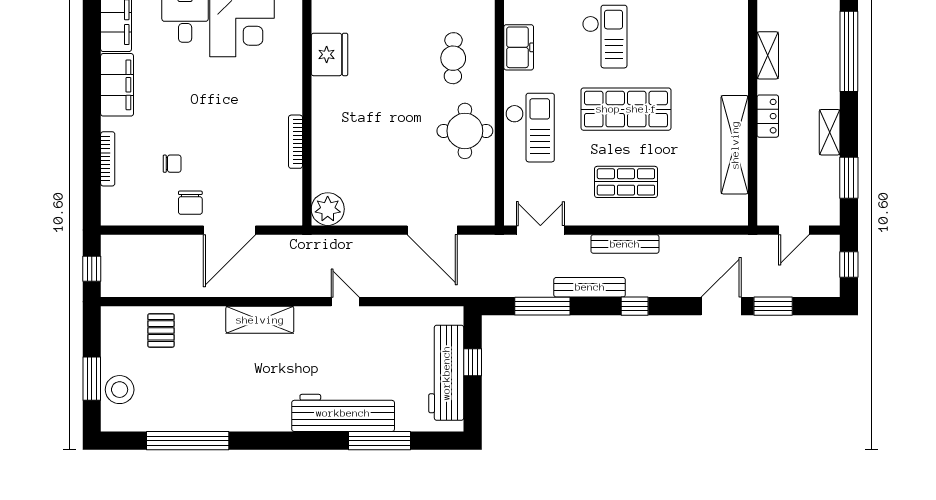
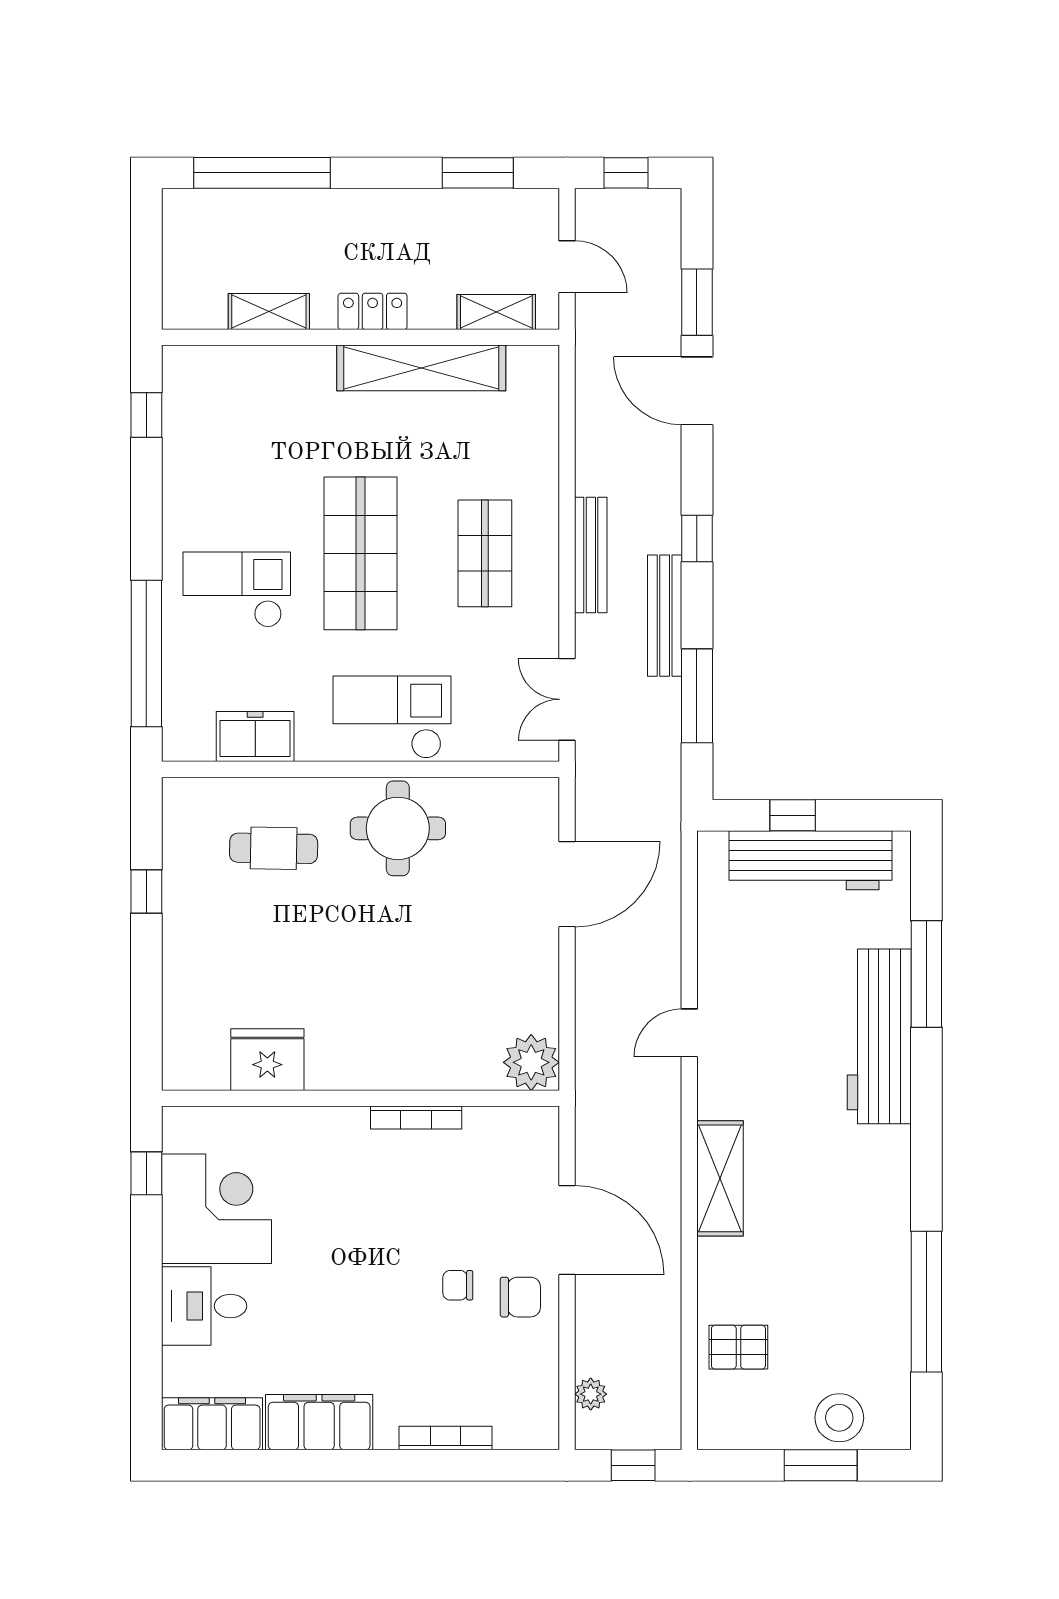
shelving: (830, 132) -> (496, 312), moved
chair: (172, 164) -> (458, 1285), moved, turned -90
plant: (133, 244) -> (591, 1394), added

